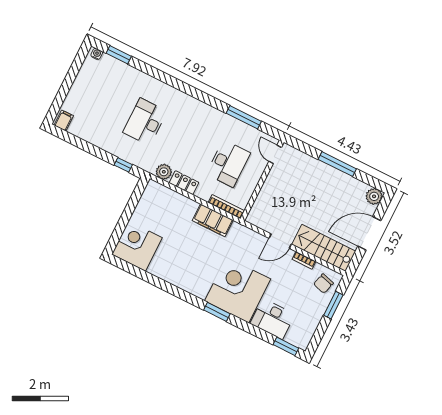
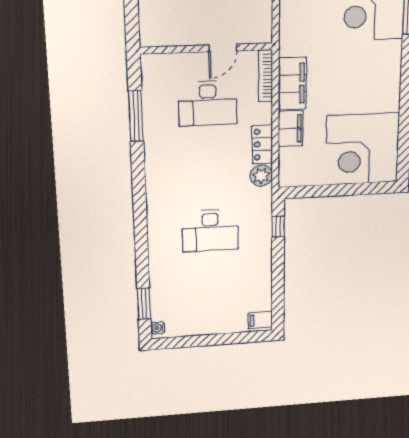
door: (275, 154) -> (223, 48), moved
desk: (228, 163) -> (208, 103), turned 180
filing cabinet: (184, 205) -> (291, 129), added
corner desk: (137, 246) -> (362, 149), width x1.36, depth x1.36

